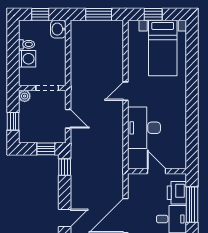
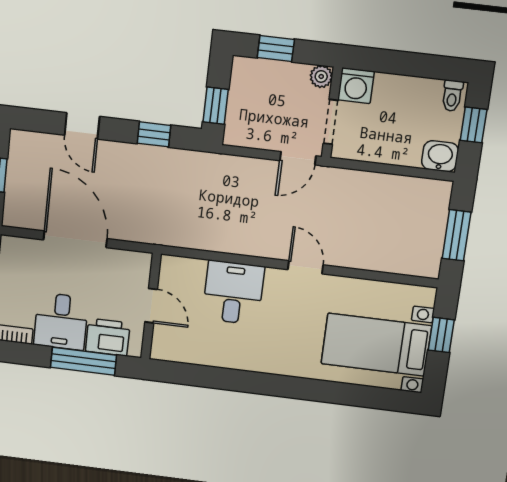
toilet: (27, 44) -> (452, 96), moved
washing machine: (27, 59) -> (356, 86), moved
door: (68, 119) -> (298, 158), moved
desk: (144, 128) -> (233, 293), width x0.73
window: (65, 167) -> (154, 134), moved
door: (157, 171) -> (151, 306), hinge flipped

